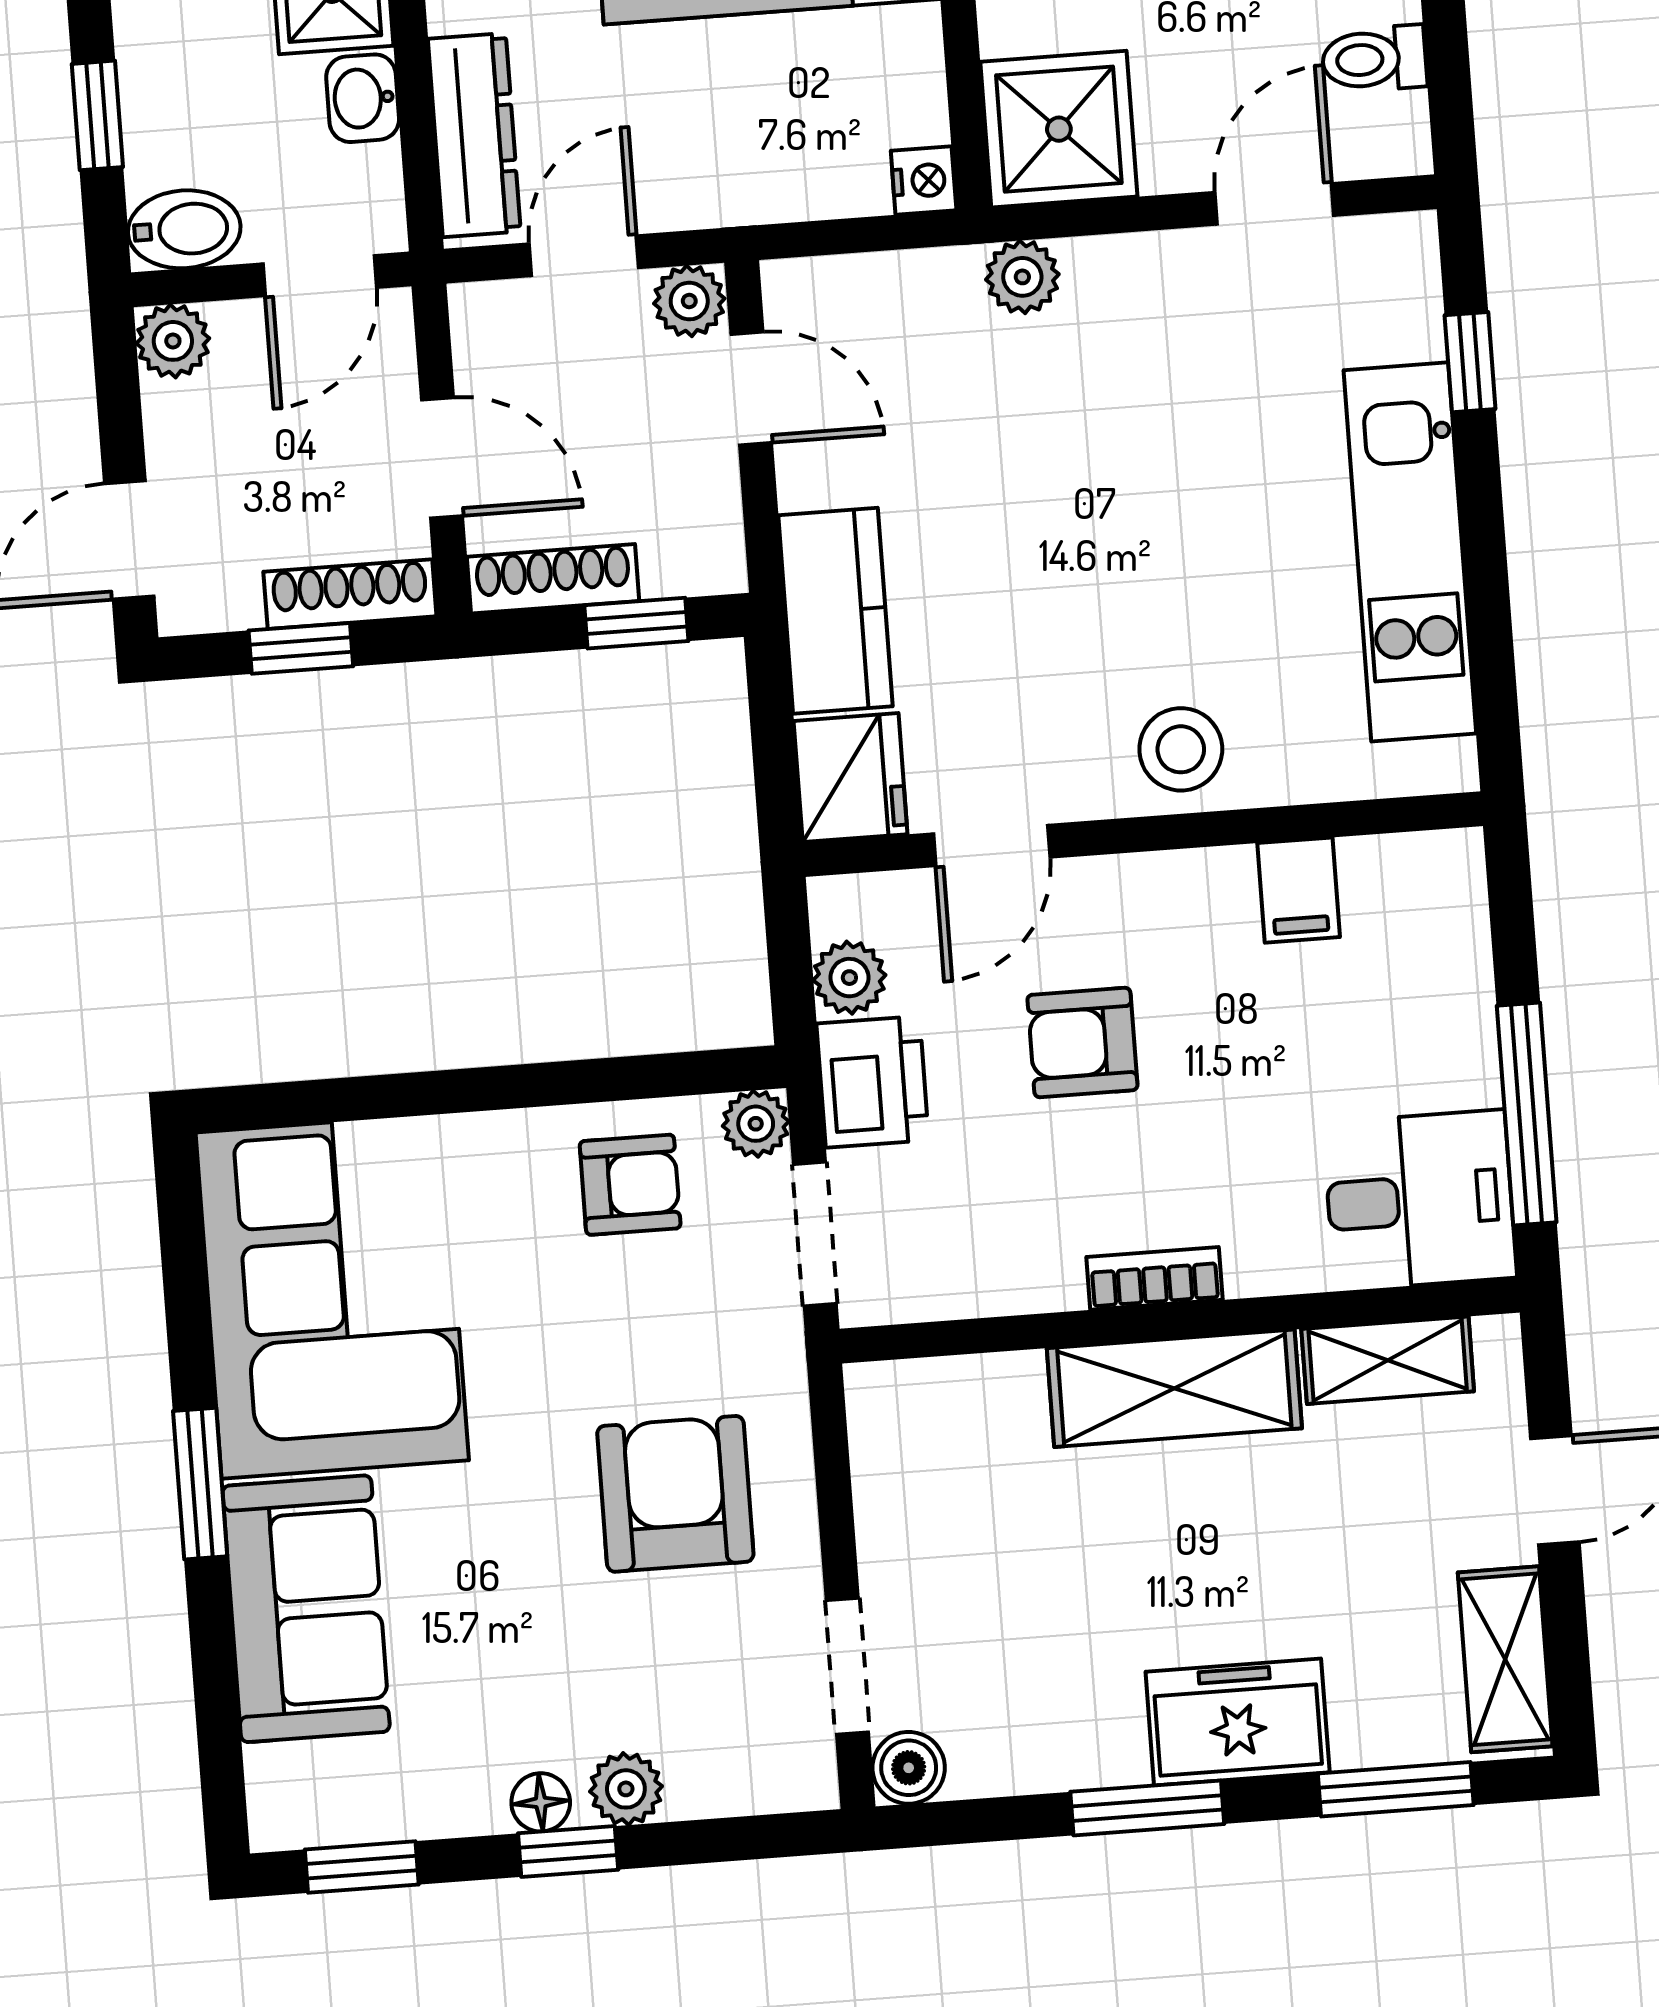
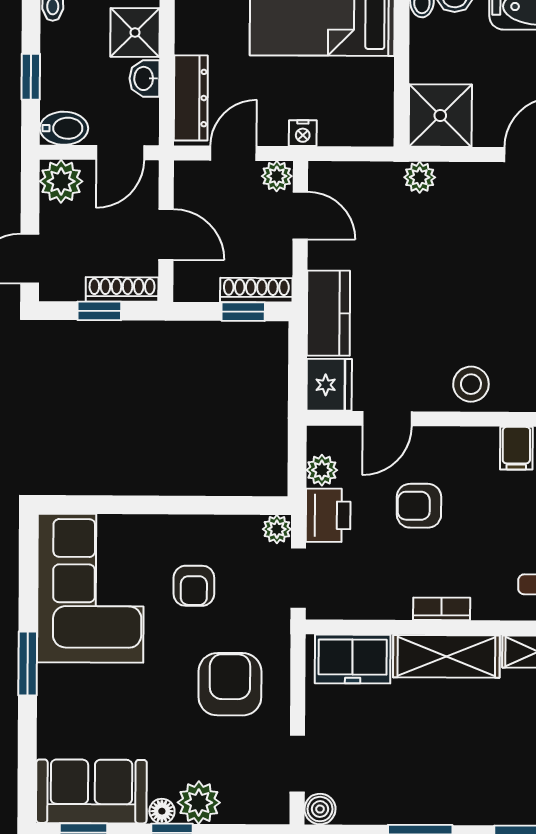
nightstand: (924, 181) -> (303, 133), moved, turned 90
plant: (173, 341) -> (61, 181), width x1.38, depth x1.38
shoe rack: (553, 579) -> (256, 290), moved
armchair: (630, 1185) -> (194, 586), moved, turned 90
sofa: (306, 1609) -> (91, 791), moved, turned -90
freezer: (1238, 1722) -> (353, 659), moved, turned 180
plant: (626, 1789) -> (199, 803), width x1.38, depth x1.38

